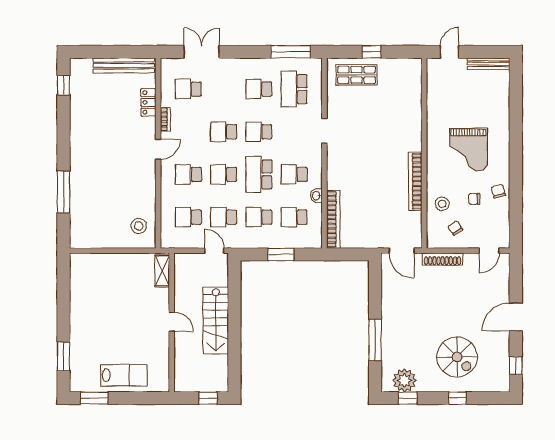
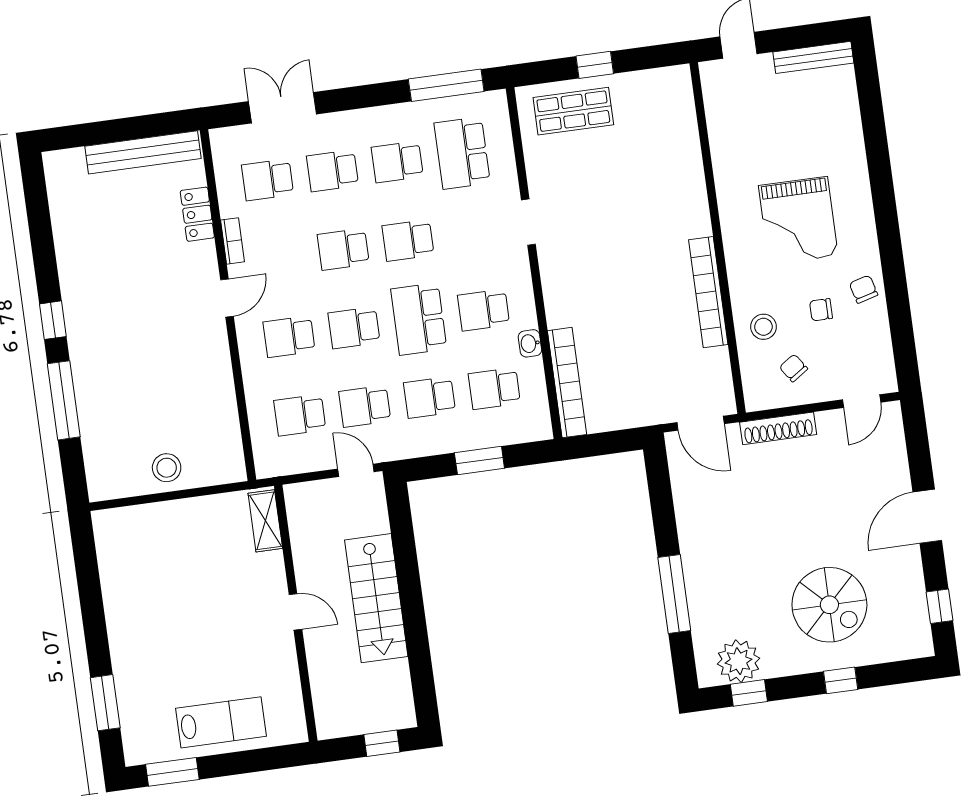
window: (64, 85) -> (53, 320), moved
school desk: (224, 89) -> (332, 171), added
stool: (139, 226) -> (167, 468), moved

